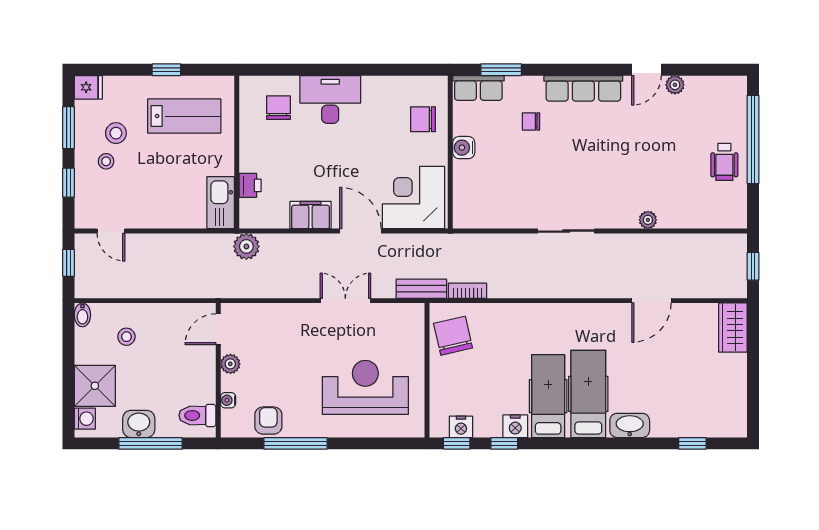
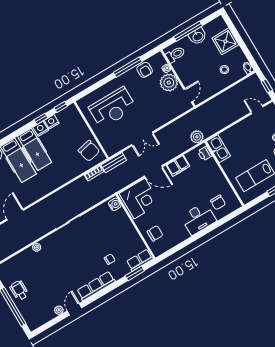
water cooler: (464, 148) -> (115, 204), moved
printer: (250, 185) -> (205, 154), moved
plant: (230, 364) -> (169, 83), width x1.87, depth x1.87
washing machine: (85, 419) -> (221, 25), removed
nightstand: (461, 427) -> (52, 122), moved

